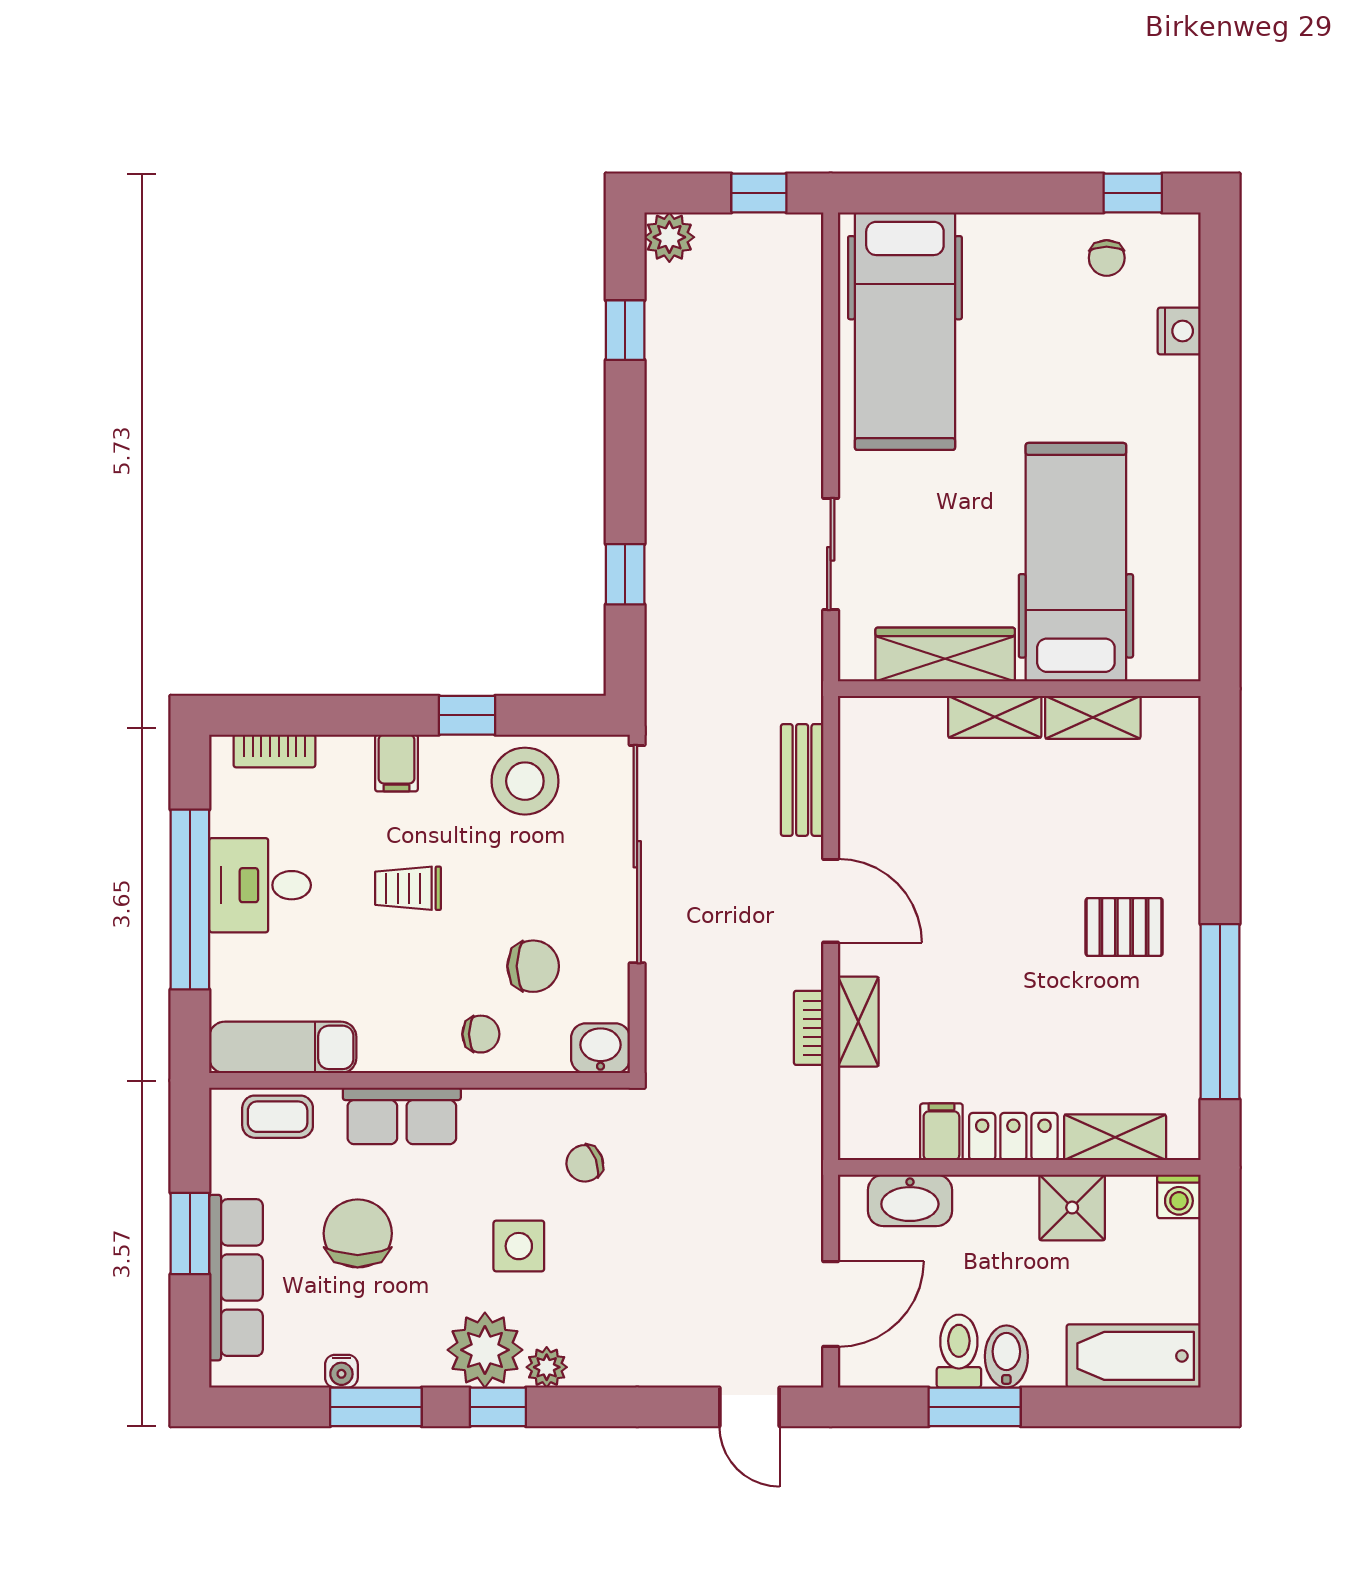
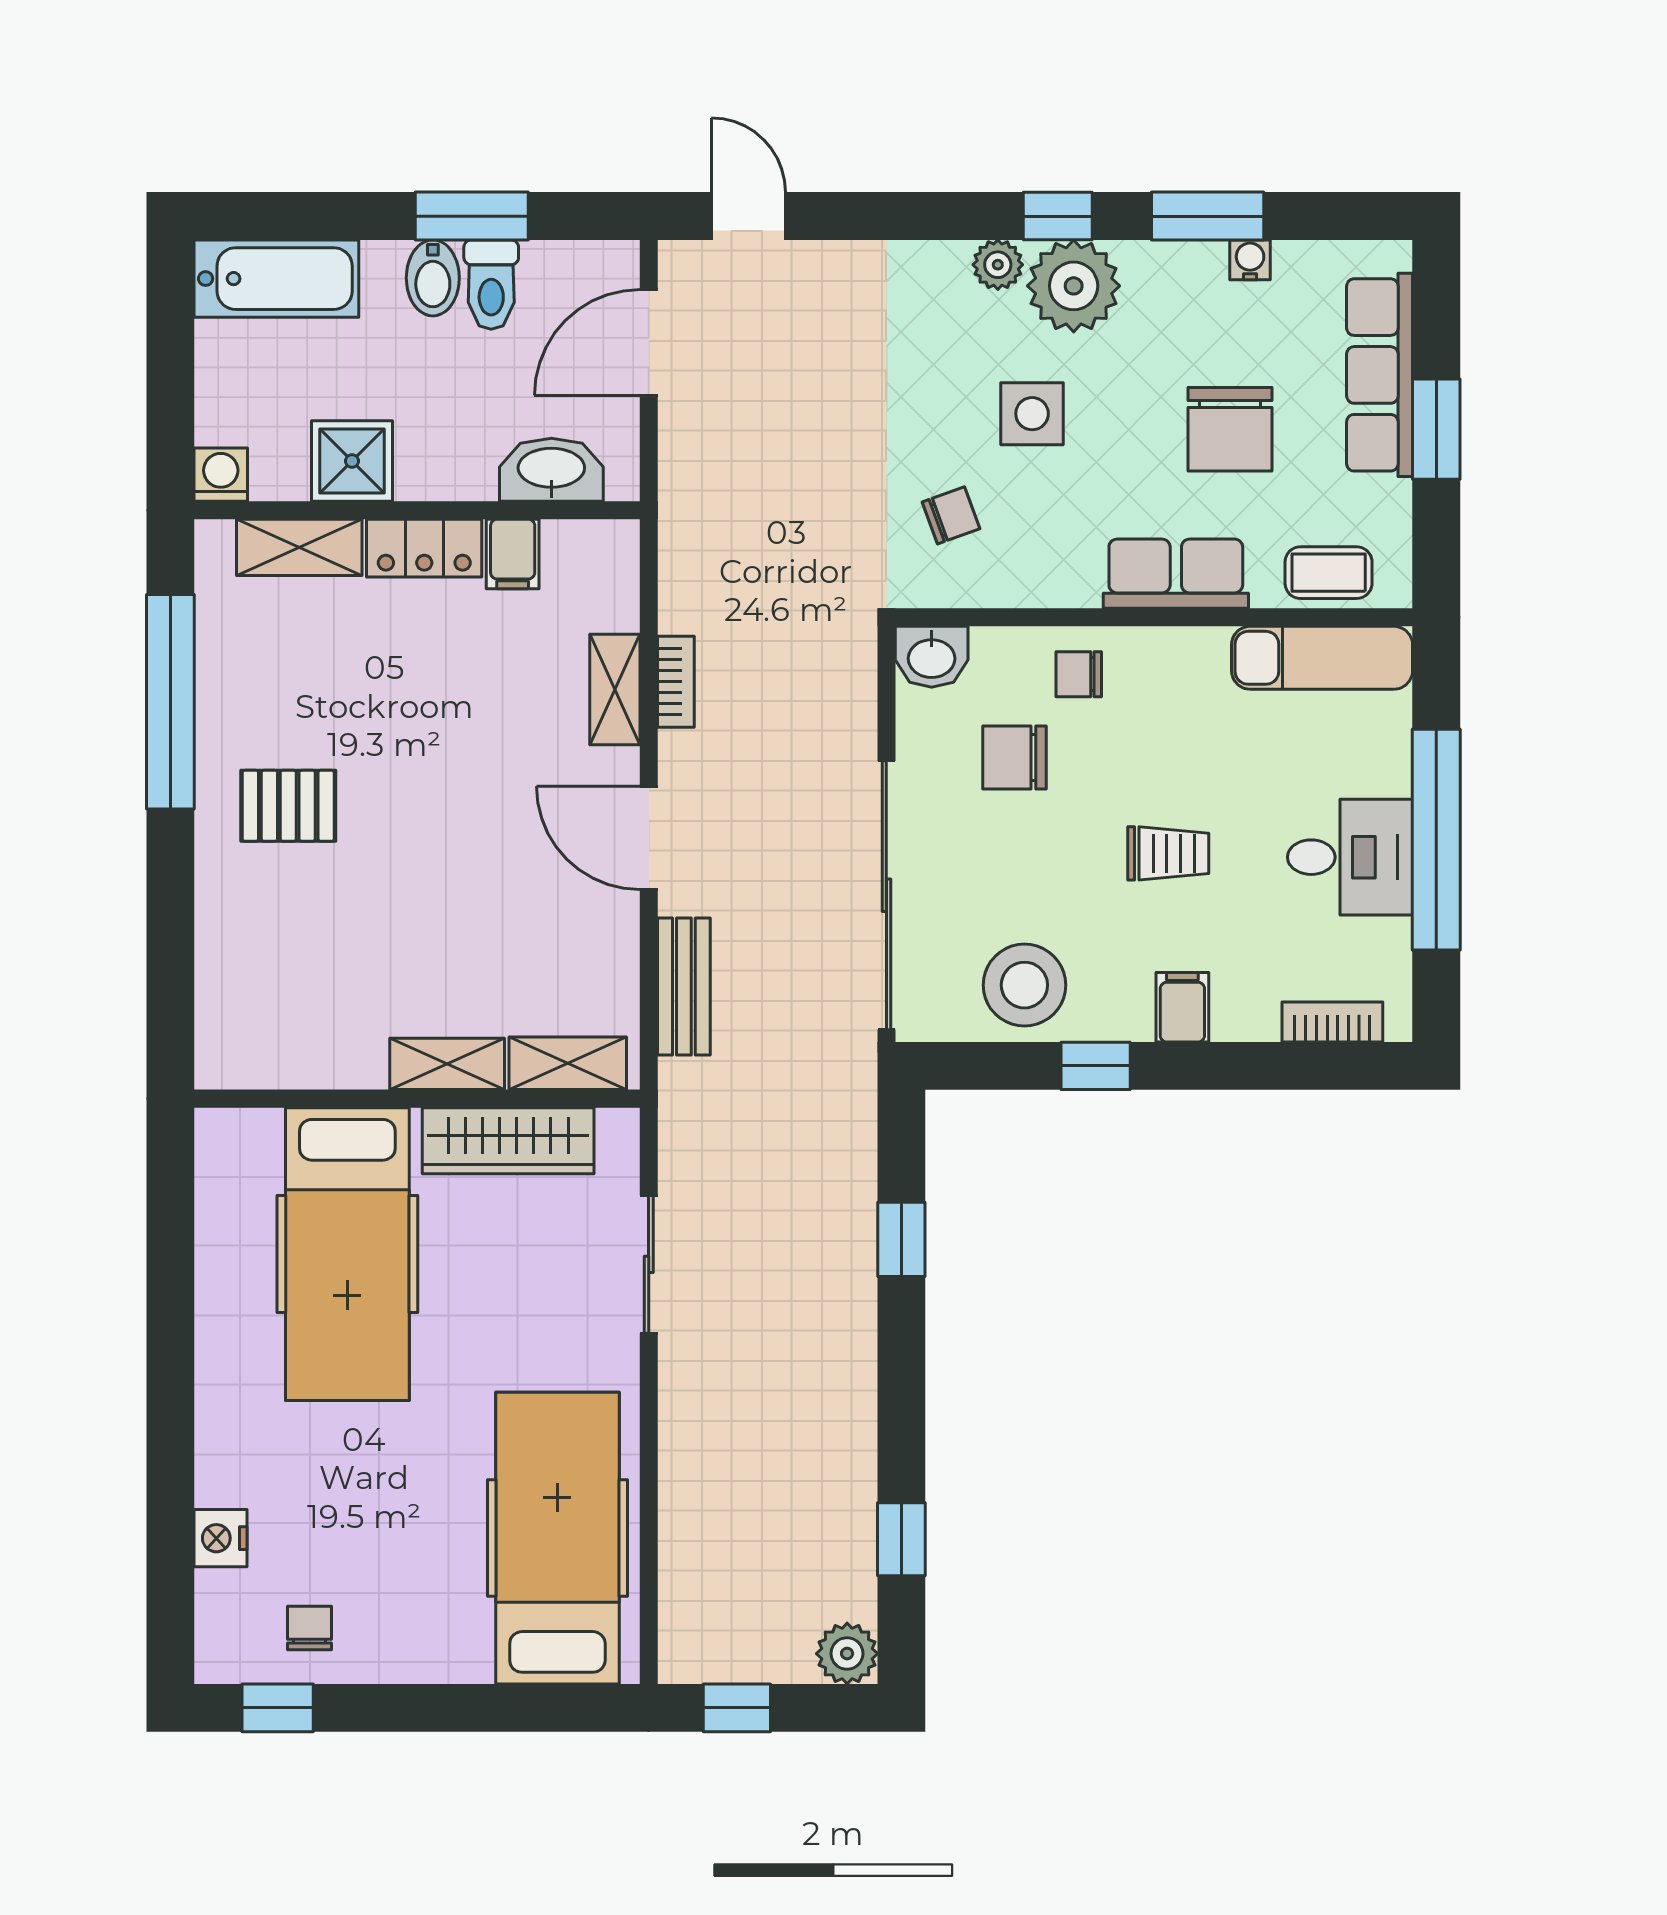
shelving: (1093, 717) -> (568, 1063), moved

